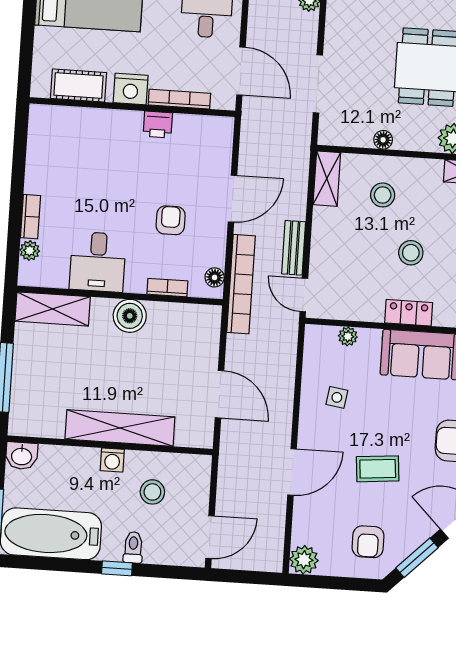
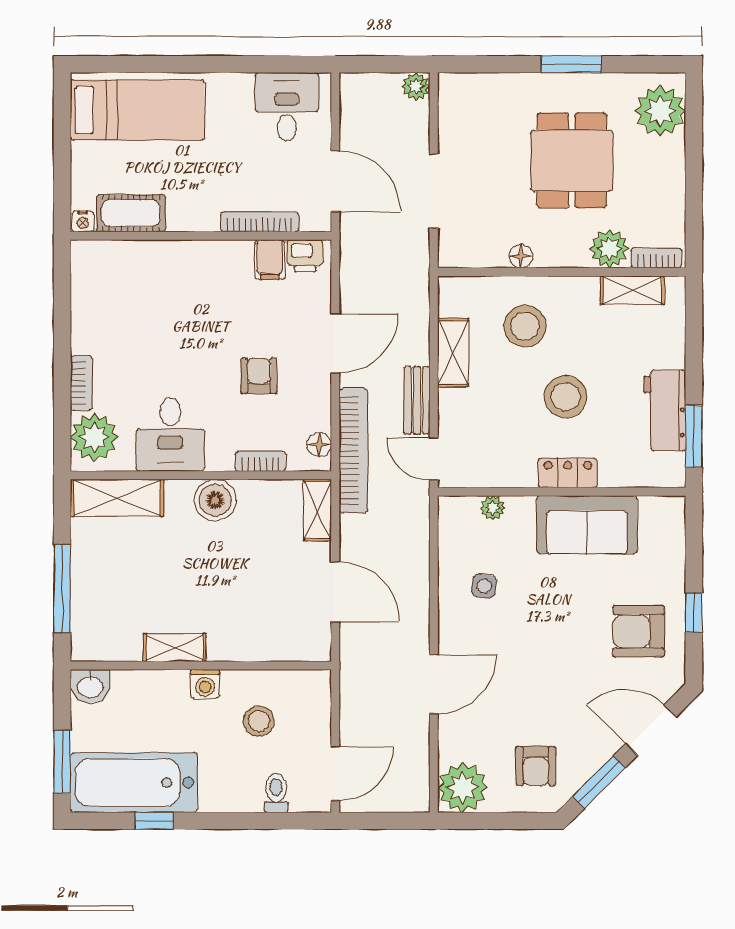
nightstand: (131, 89) -> (83, 221), moved, width x0.53, depth x0.56
printer: (158, 125) -> (305, 256), moved
filing cabinet: (185, 129) -> (270, 260), added
shelving: (327, 179) -> (453, 352), moved
stool: (383, 195) -> (525, 326), width x1.38, depth x1.38
plant: (30, 251) -> (94, 437), width x1.87, depth x1.87
stool: (411, 253) -> (566, 397), width x1.38, depth x1.38
shelving: (210, 329) -> (317, 510), added
shelving: (120, 428) -> (175, 648), width x0.45, depth x0.75
coffee table: (378, 469) -> (542, 673), removed
toilet: (133, 547) -> (276, 793), moved
plant: (304, 560) -> (463, 787), width x1.36, depth x1.36
window: (117, 568) -> (154, 821), moved

